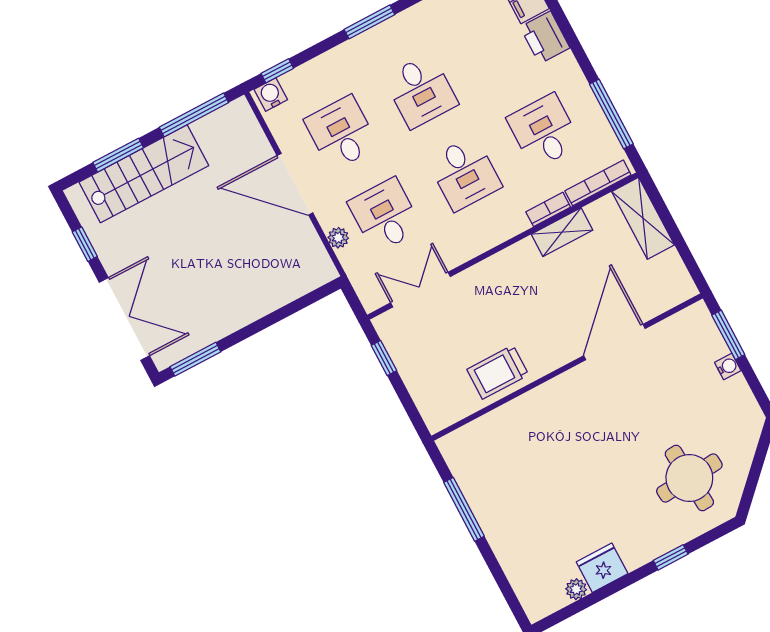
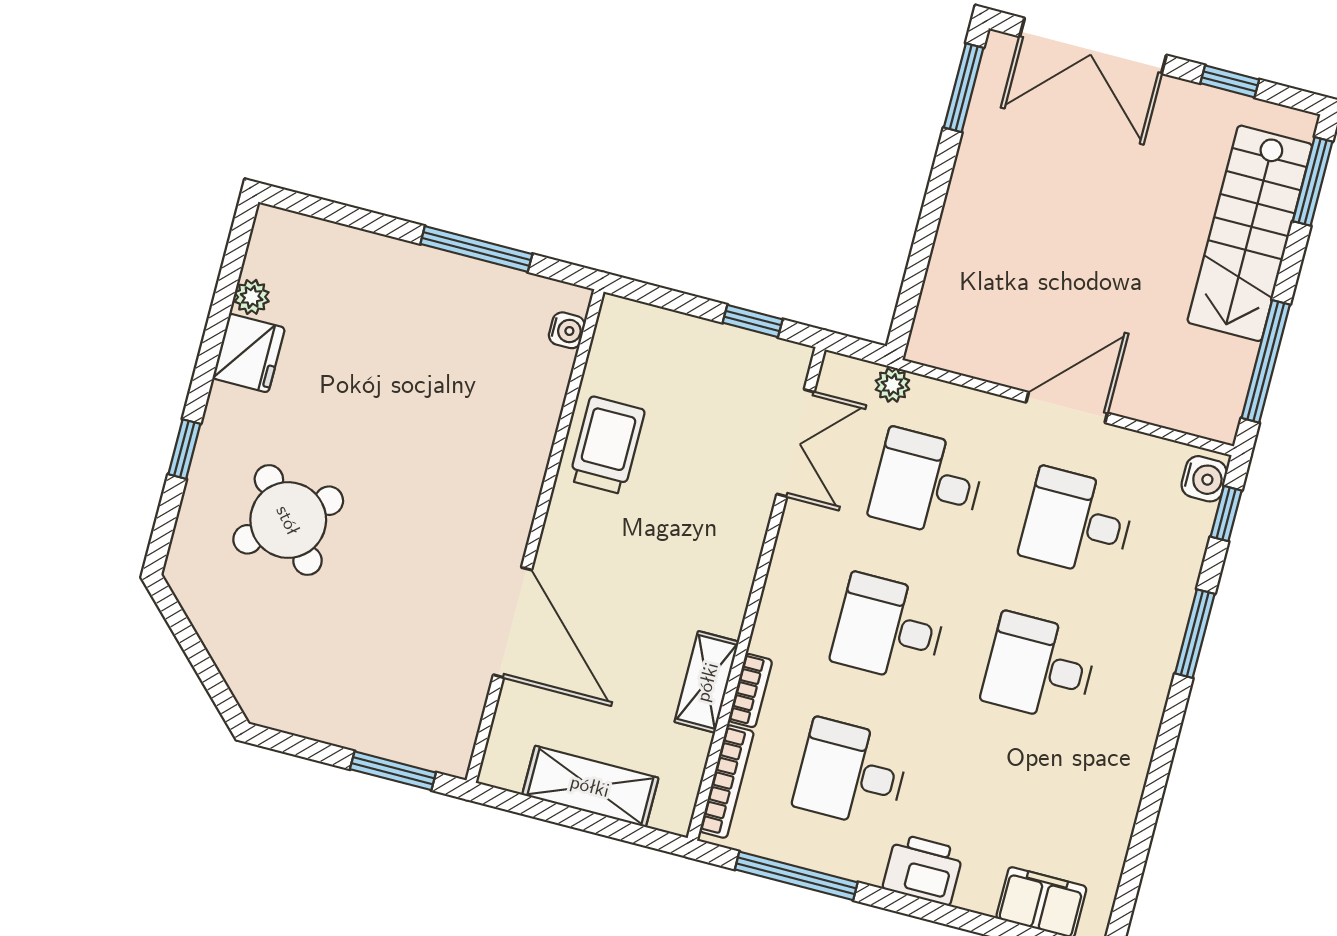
window: (369, 22) -> (1195, 634), moved
printer: (545, 37) -> (923, 869), moved
desk: (544, 131) -> (851, 773), turned 180
desk: (341, 133) -> (1077, 522), turned 180
window: (118, 155) -> (1313, 181), moved
door: (295, 184) -> (1067, 408), width x0.73
desk: (385, 215) -> (927, 483), turned 180
shelving: (643, 218) -> (590, 786), moved
plant: (338, 238) -> (892, 385), moved
water cooler: (728, 367) -> (567, 330), moved, turned -90
round table: (689, 478) -> (288, 520), moved, turned -36

